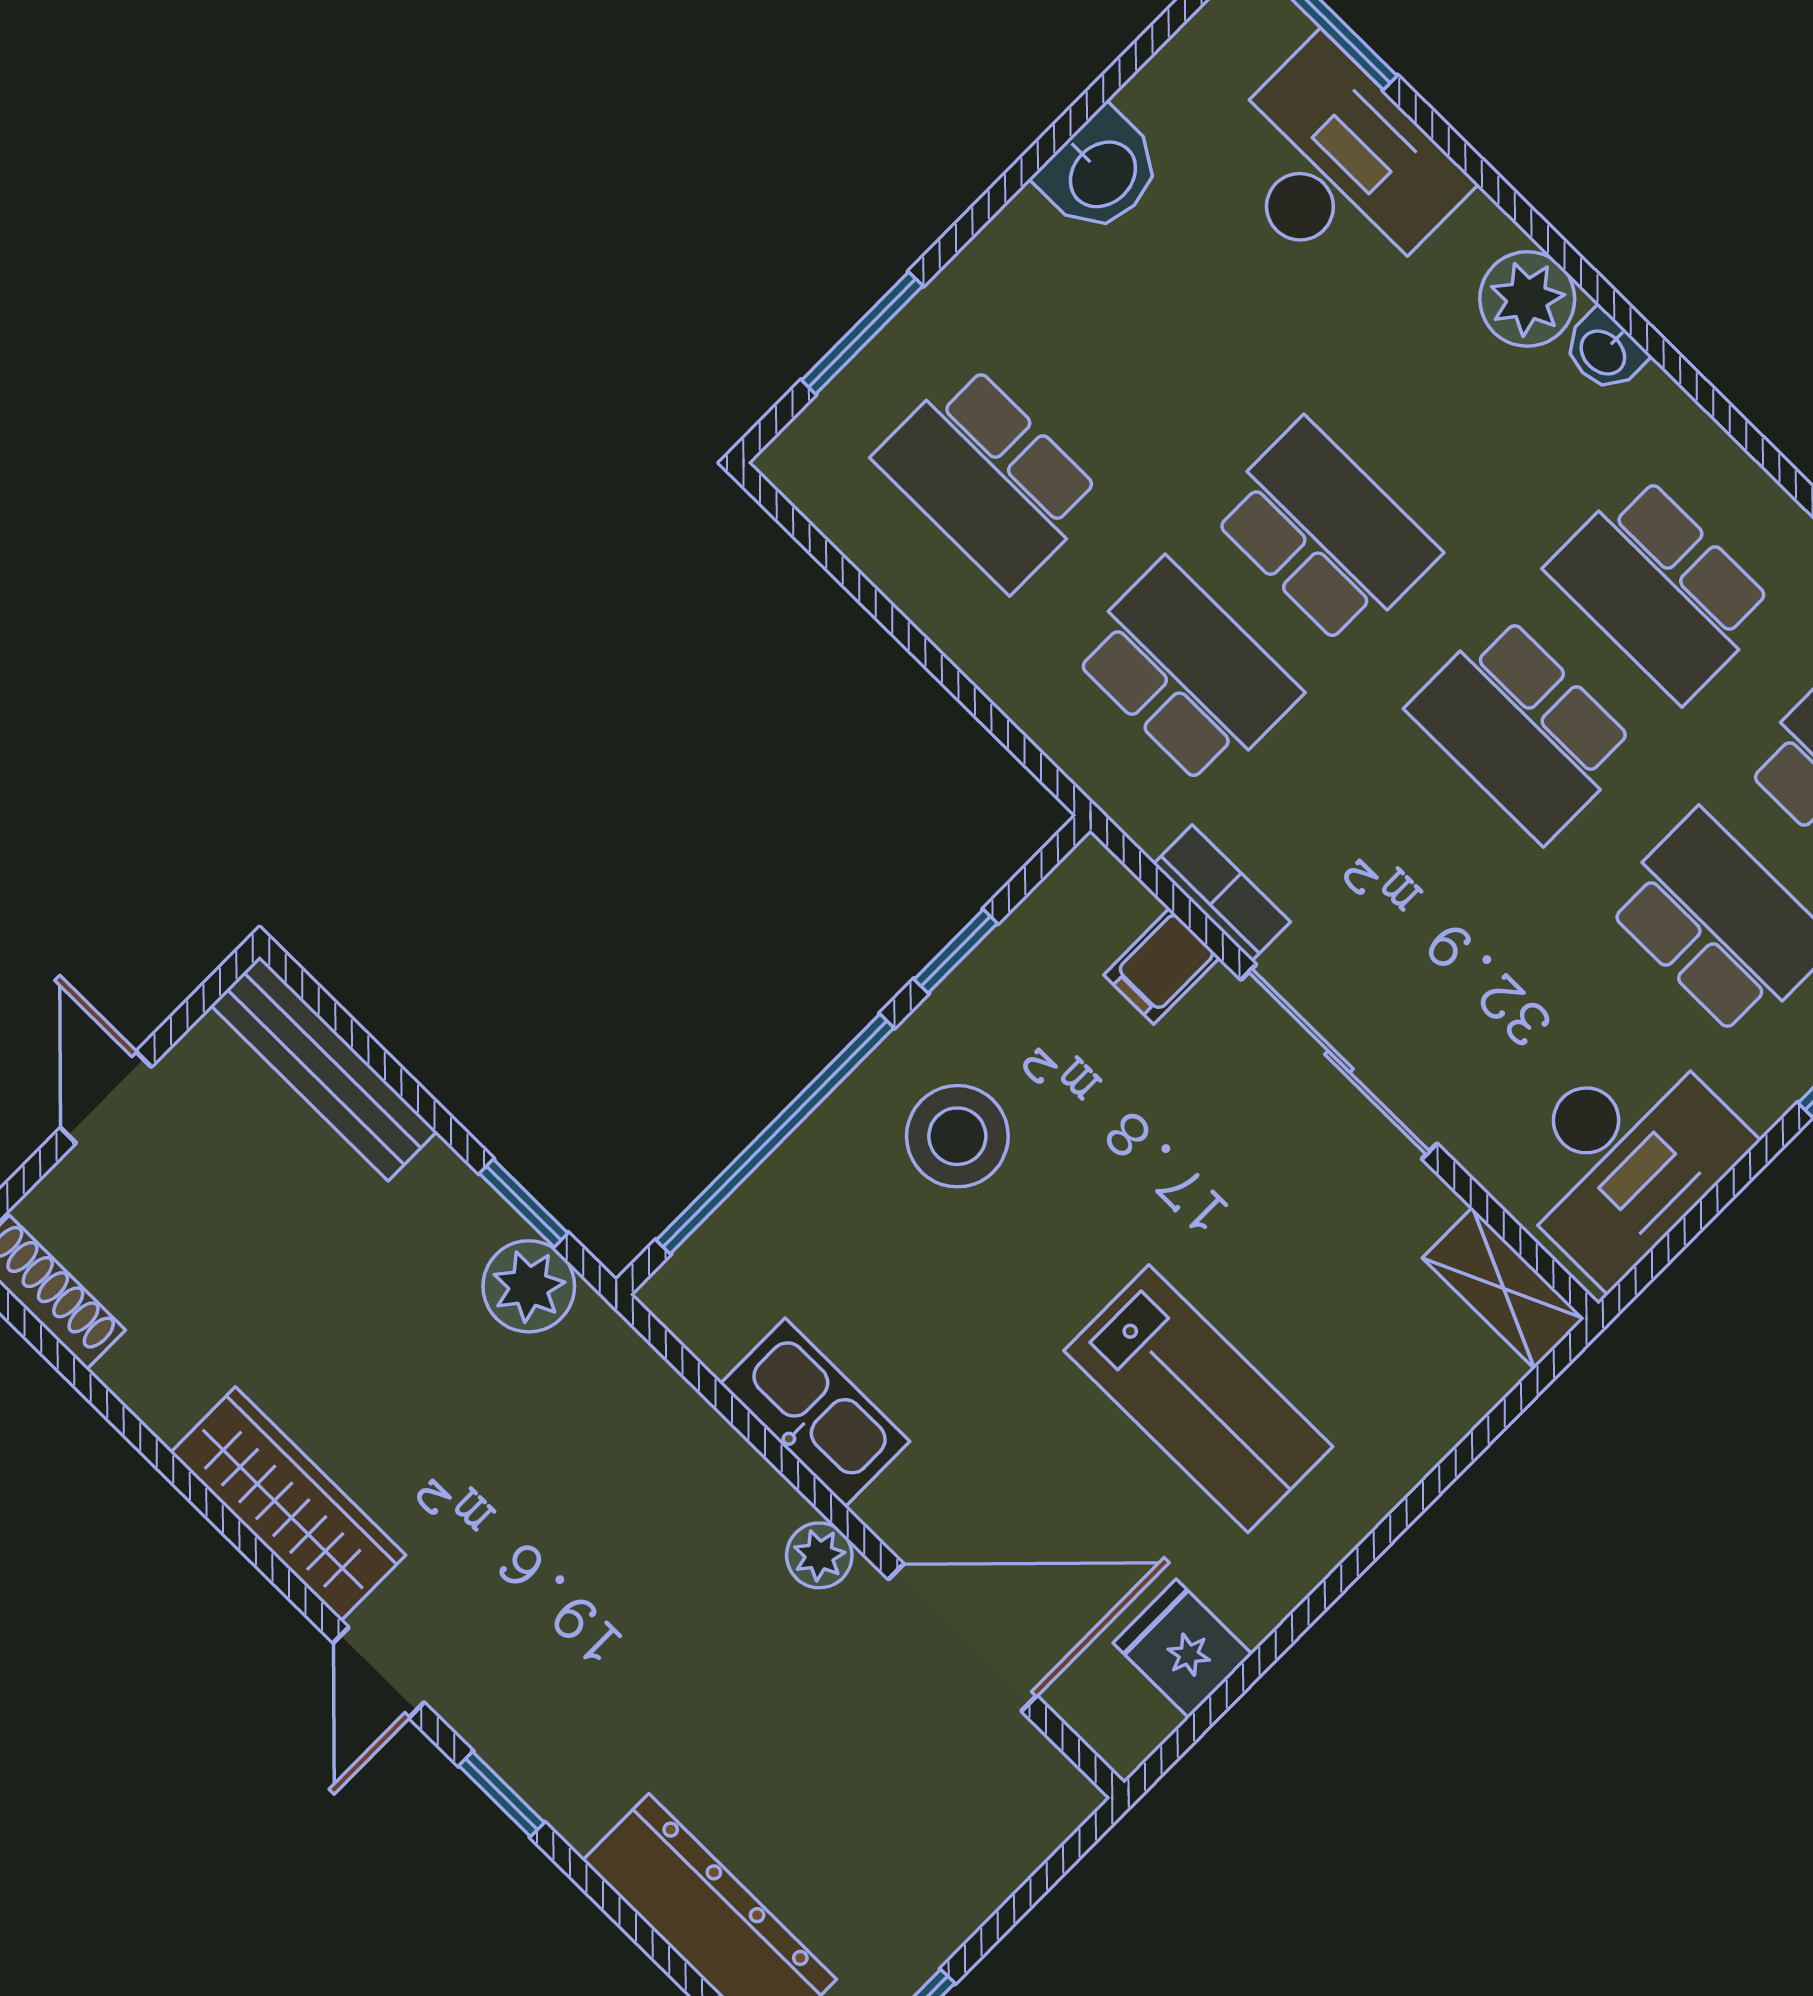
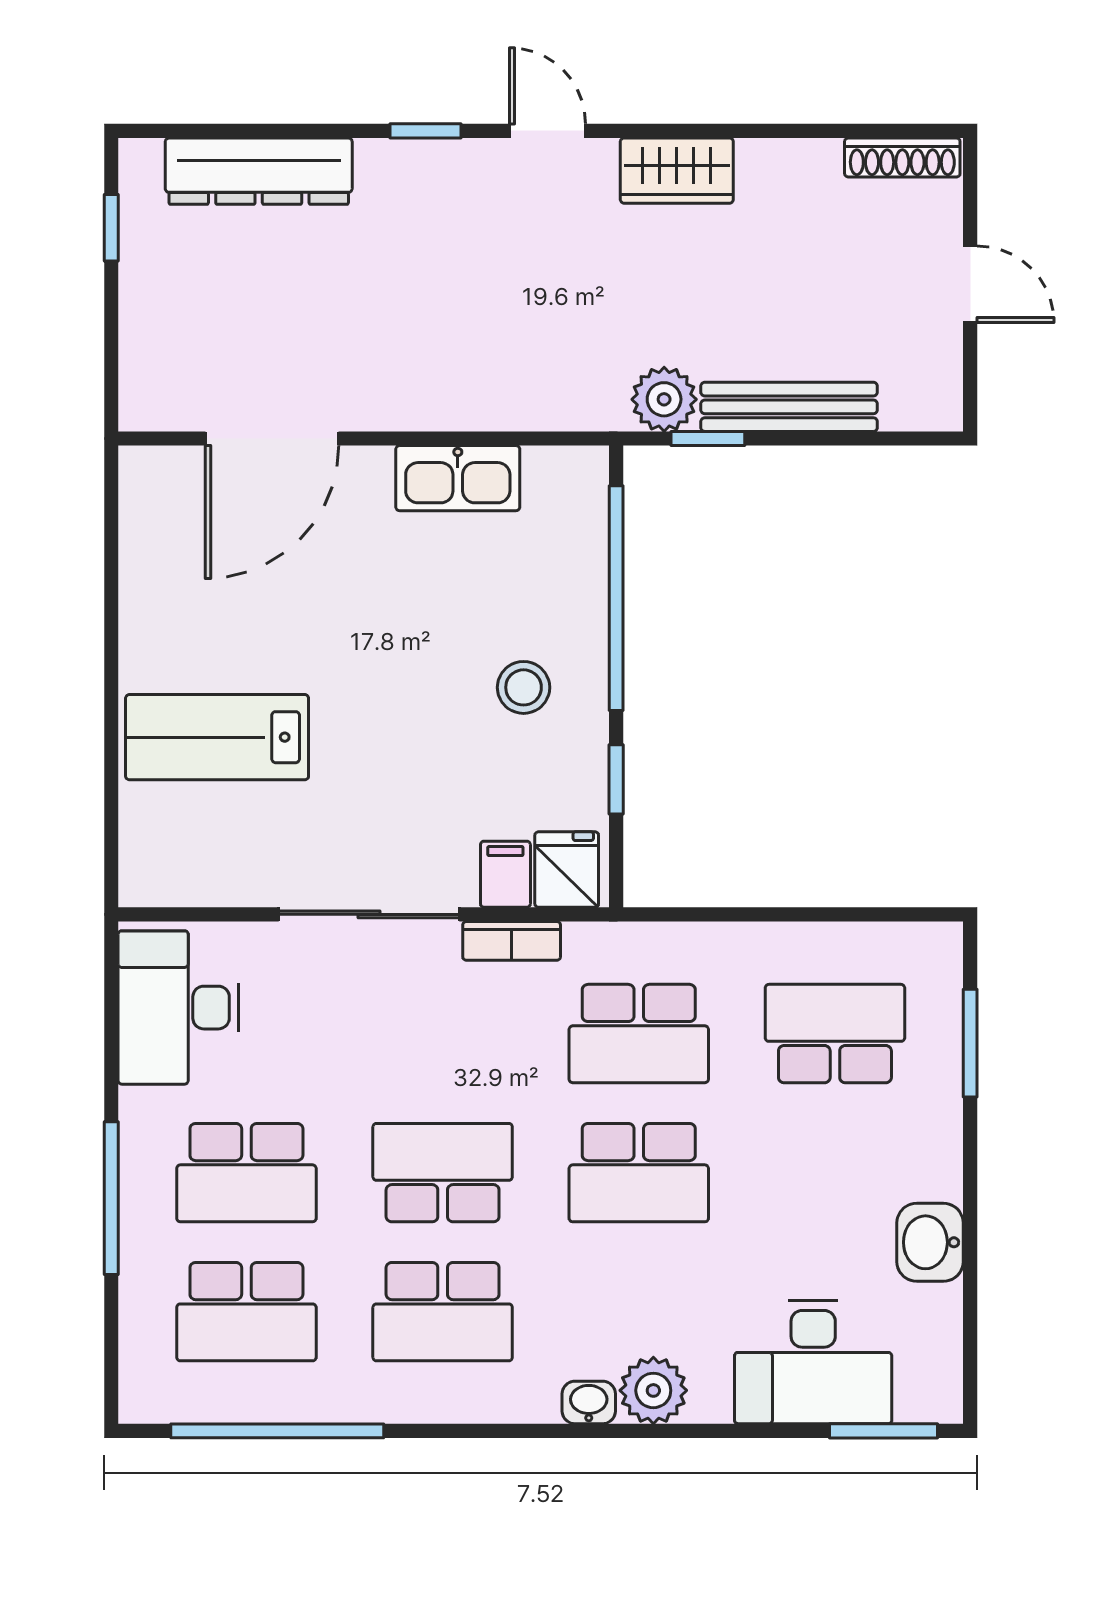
school desk: (1661, 588) -> (443, 1312), turned 180
bench: (324, 1068) -> (789, 407), moved
stool: (957, 1136) -> (524, 687), width x0.73, depth x0.73
shelving: (1503, 1288) -> (174, 882), removed
lab bench: (1198, 1399) -> (217, 737), moved
wardrobe: (288, 1504) -> (677, 171), width x0.67
plant: (819, 1555) -> (385, 409), removed
fridge: (1183, 1649) -> (567, 870), moved, turned -90

